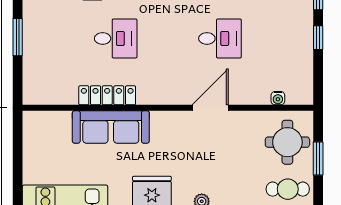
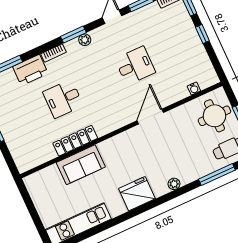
desk: (116, 38) -> (63, 99), turned 180
sofa: (111, 127) -> (81, 165), width x0.73

